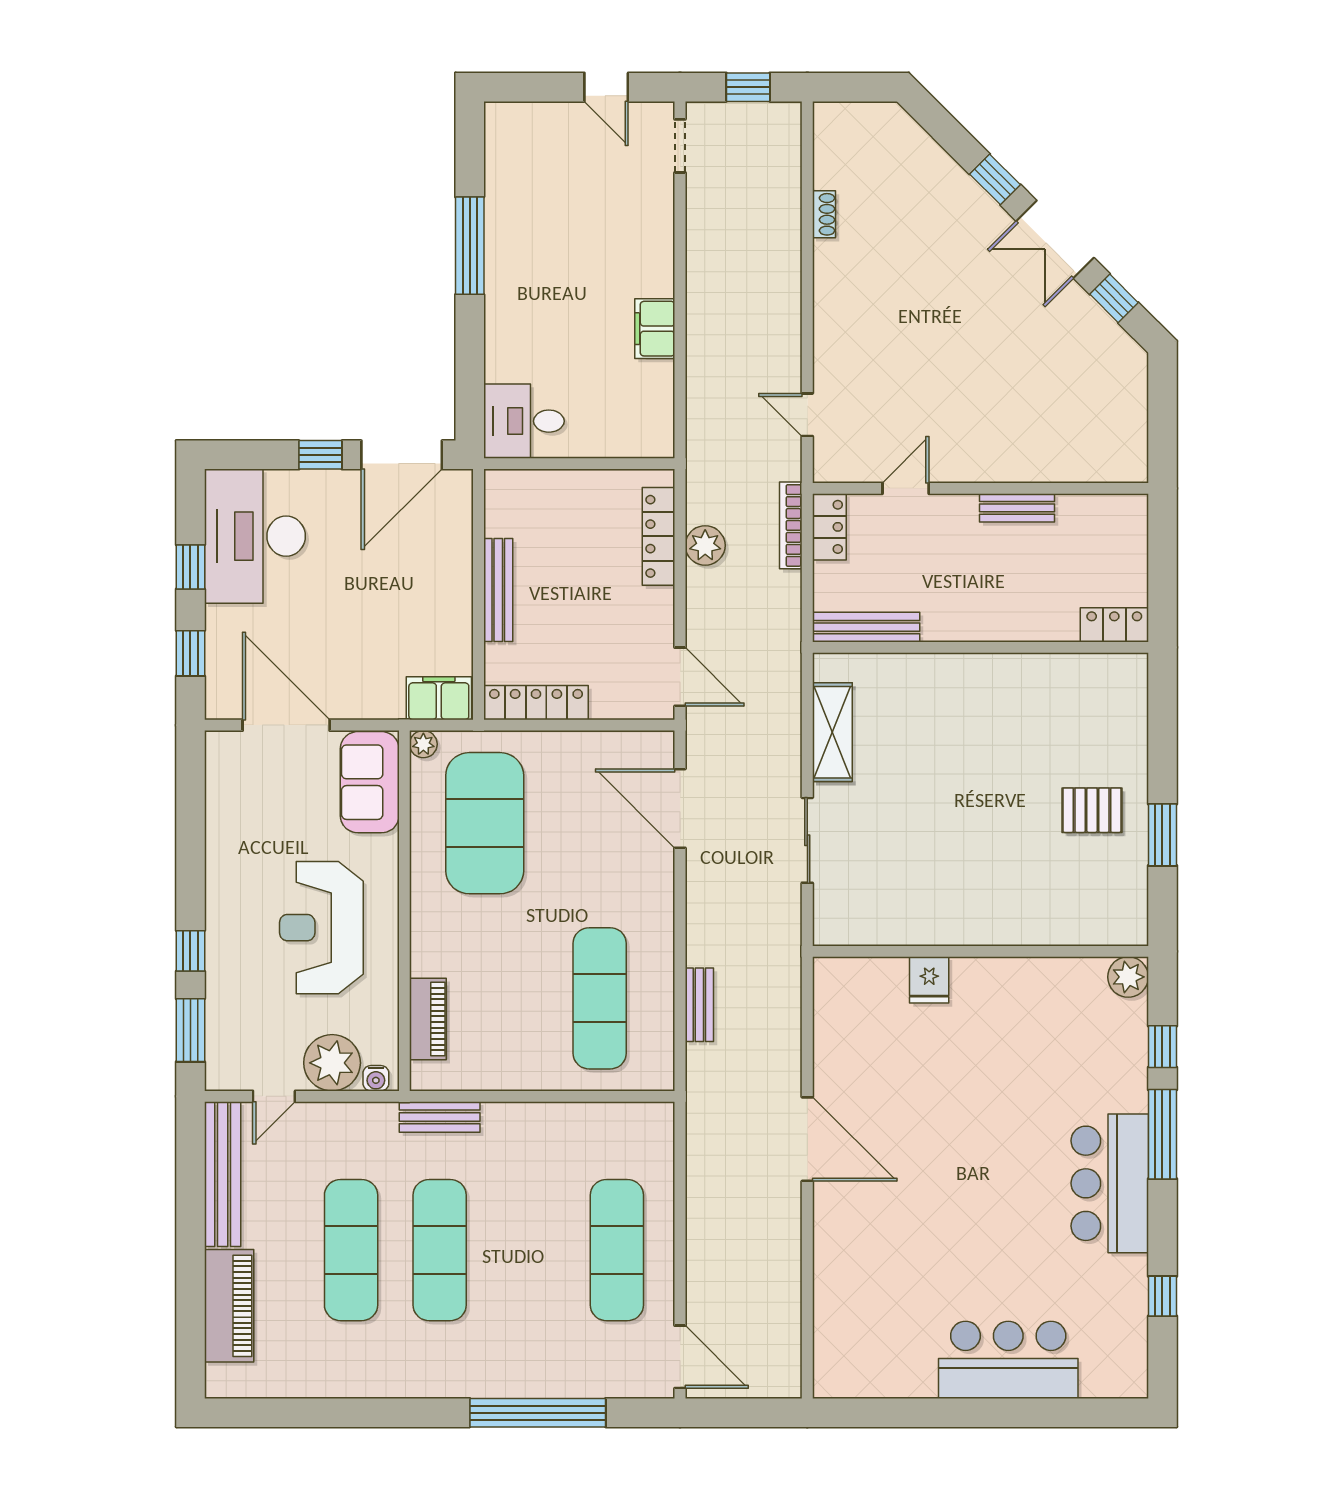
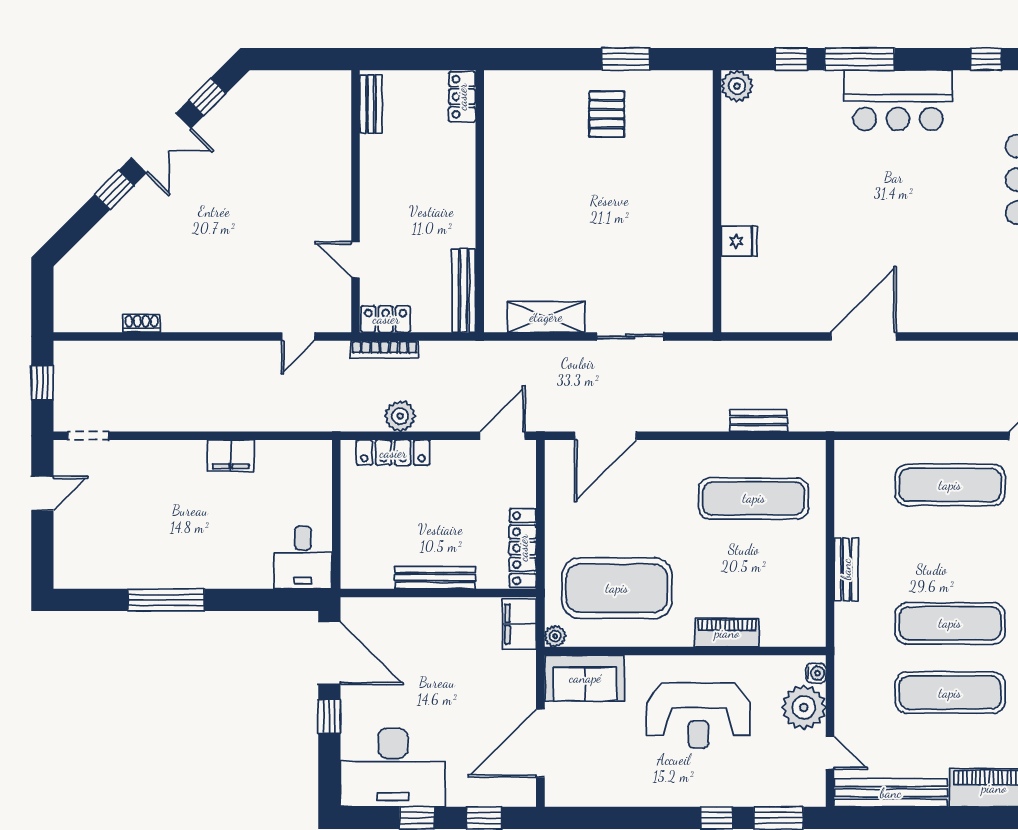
bench: (1017, 508) -> (371, 104), moved
piano: (428, 1019) -> (727, 633), moved
bench: (440, 1117) -> (846, 569), moved

